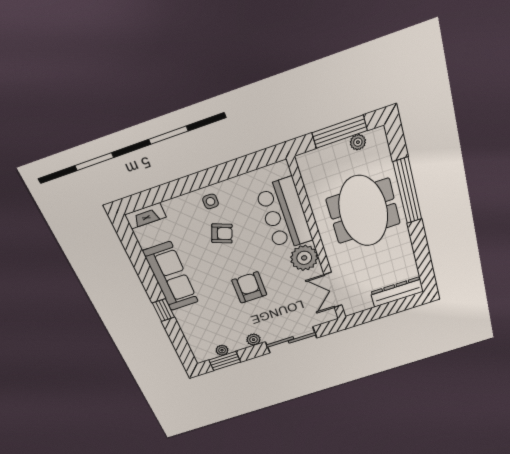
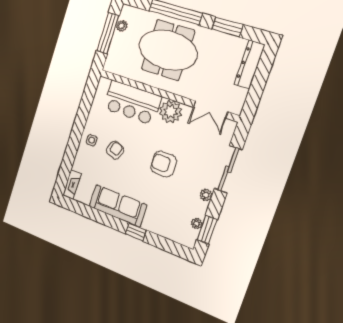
window: (421, 250) -> (227, 27), added

